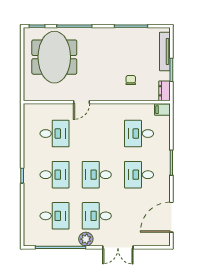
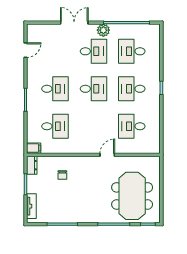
tv unit: (165, 51) -> (31, 206), width x0.71
door: (171, 217) -> (25, 50), width x0.53

